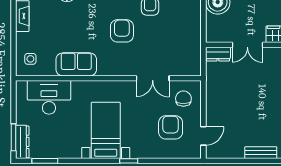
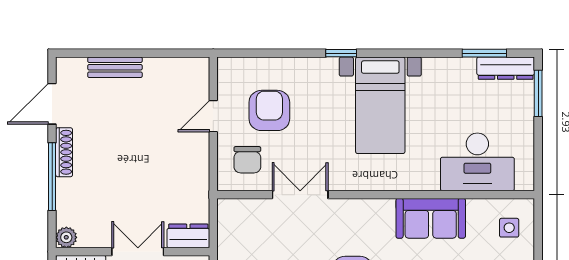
armchair: (171, 127) -> (269, 110), turned 180
door: (203, 136) -> (213, 116), moved
dresser: (22, 142) -> (506, 68), moved, turned -90

